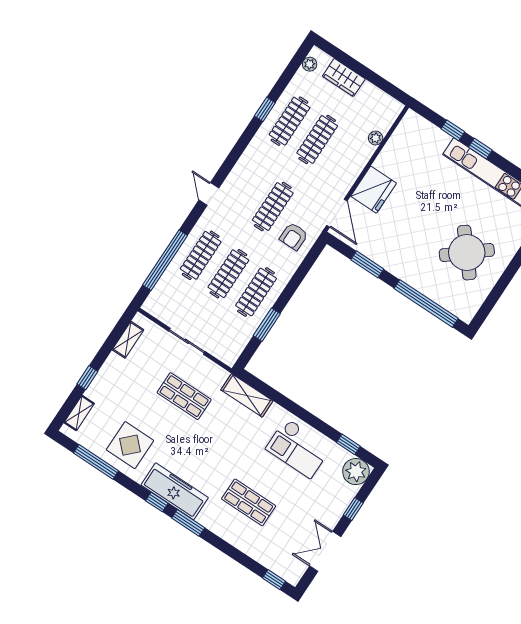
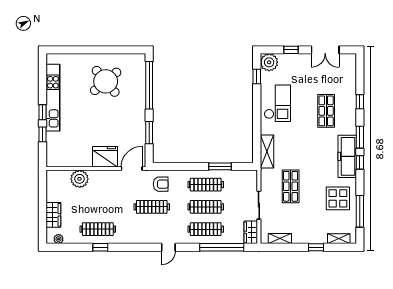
plant: (376, 138) -> (80, 179), width x1.88, depth x1.88
clothes rail: (317, 139) -> (98, 207), removed
wardrobe: (160, 309) -> (251, 232), added
window: (274, 580) -> (360, 102), moved

